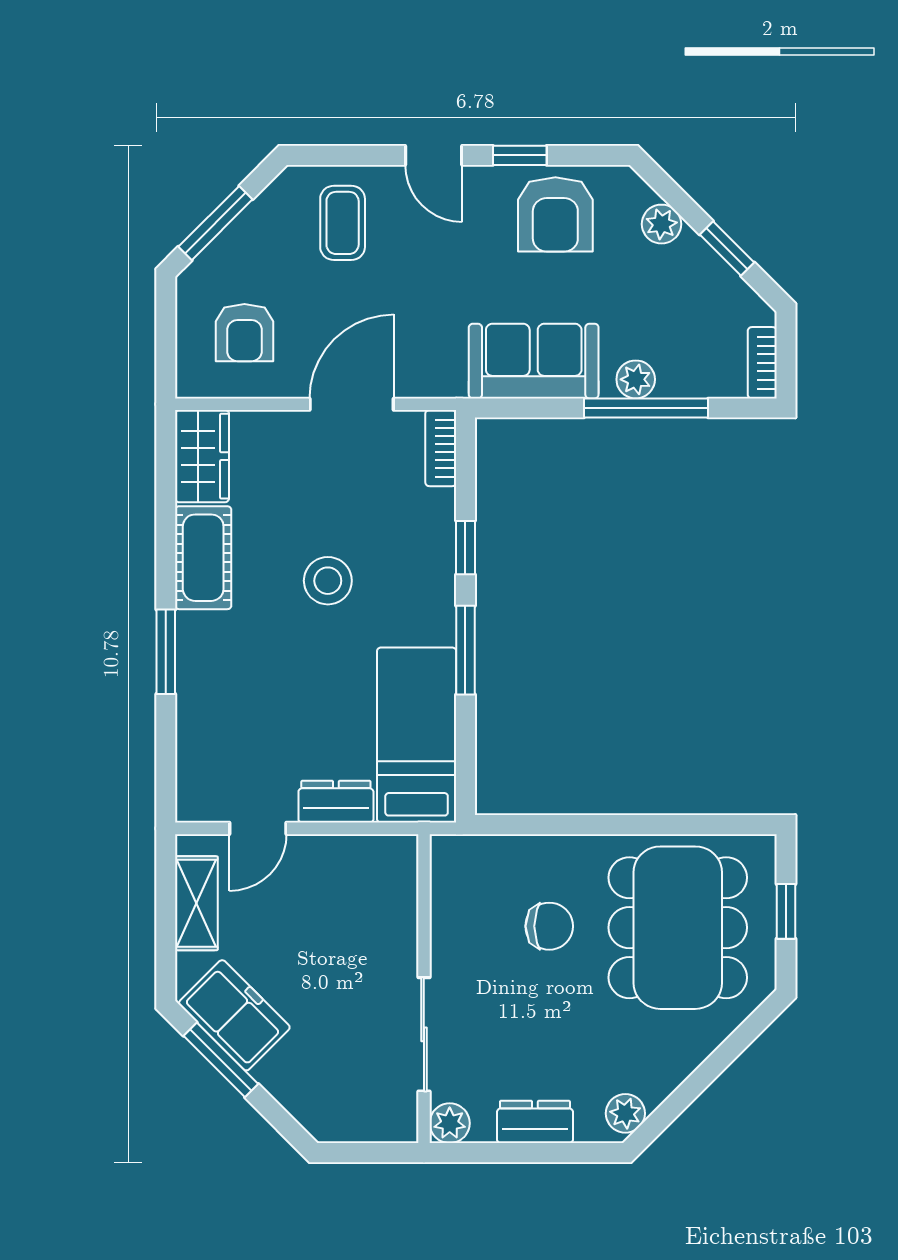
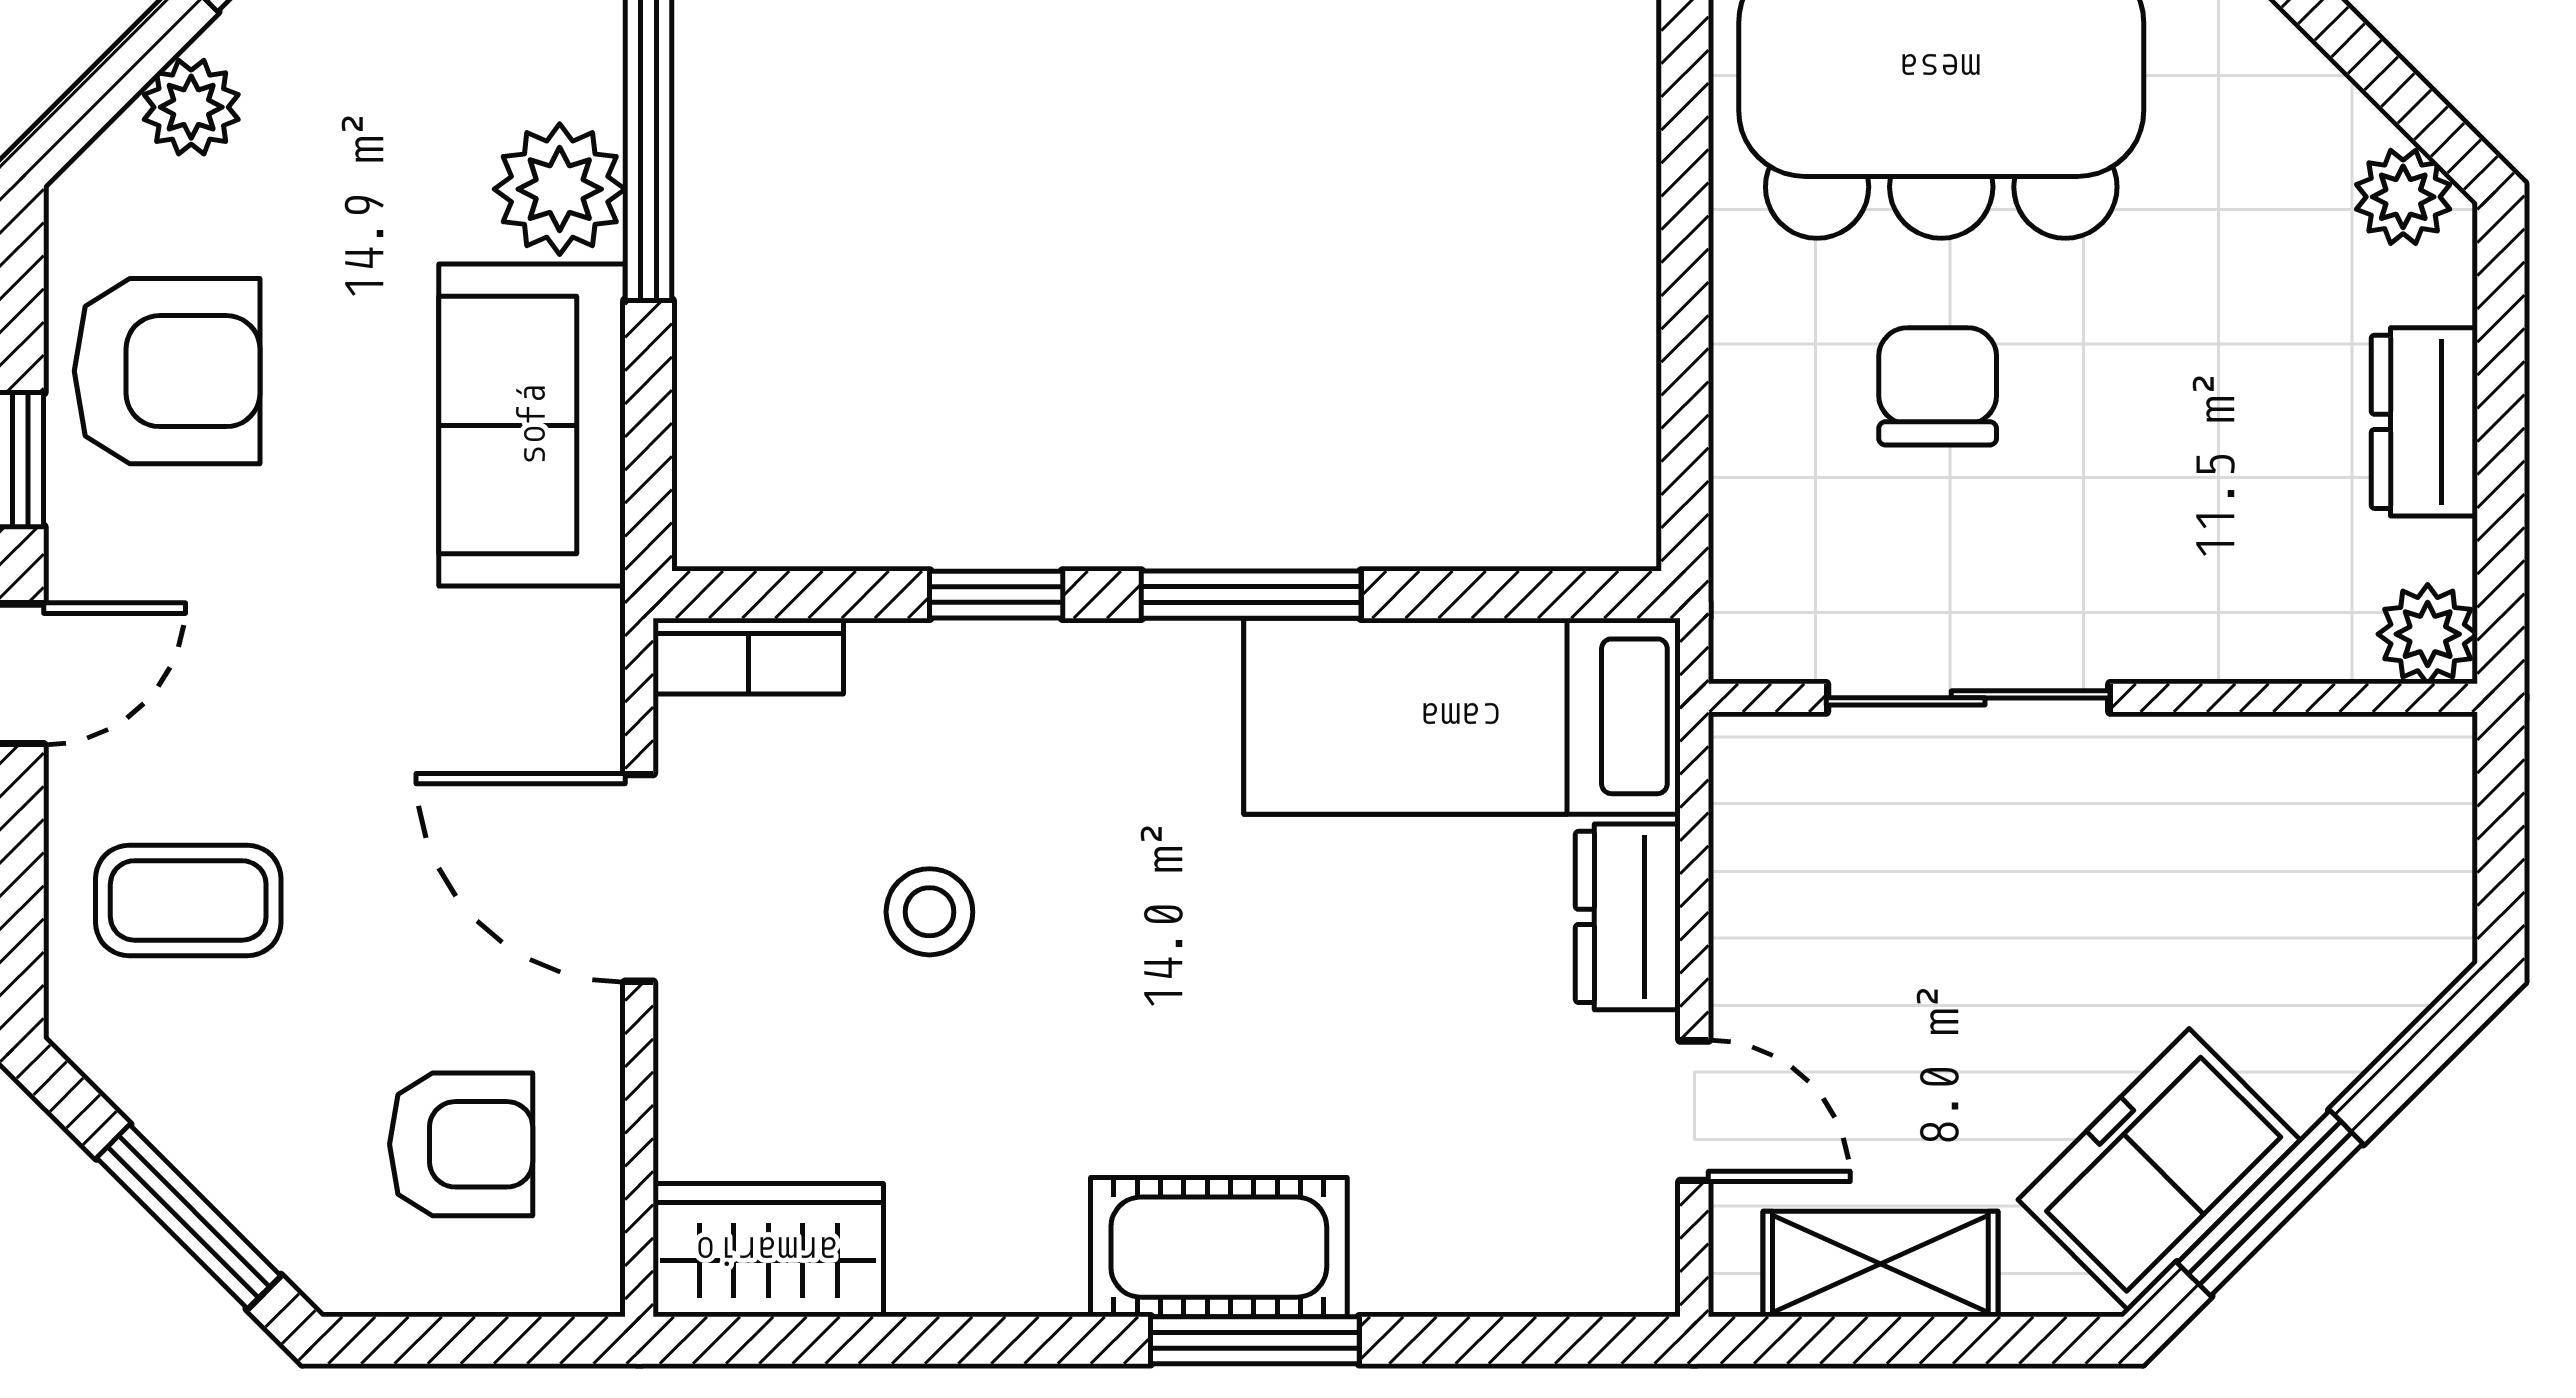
plant: (636, 379) -> (560, 189), width x1.38, depth x1.38
cot: (203, 558) -> (1219, 1247), moved
stool: (328, 581) -> (929, 912), moved, width x0.73, depth x0.73
sliding door: (424, 1034) -> (1968, 698), moved

